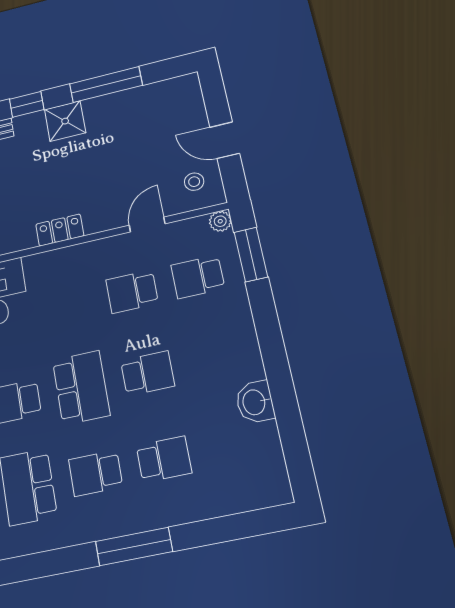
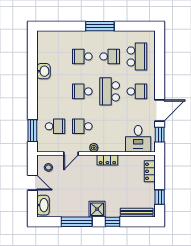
washbasin: (189, 99) -> (43, 205), added
plant: (220, 221) -> (94, 148), moved
school desk: (132, 292) -> (82, 126), turned 180

